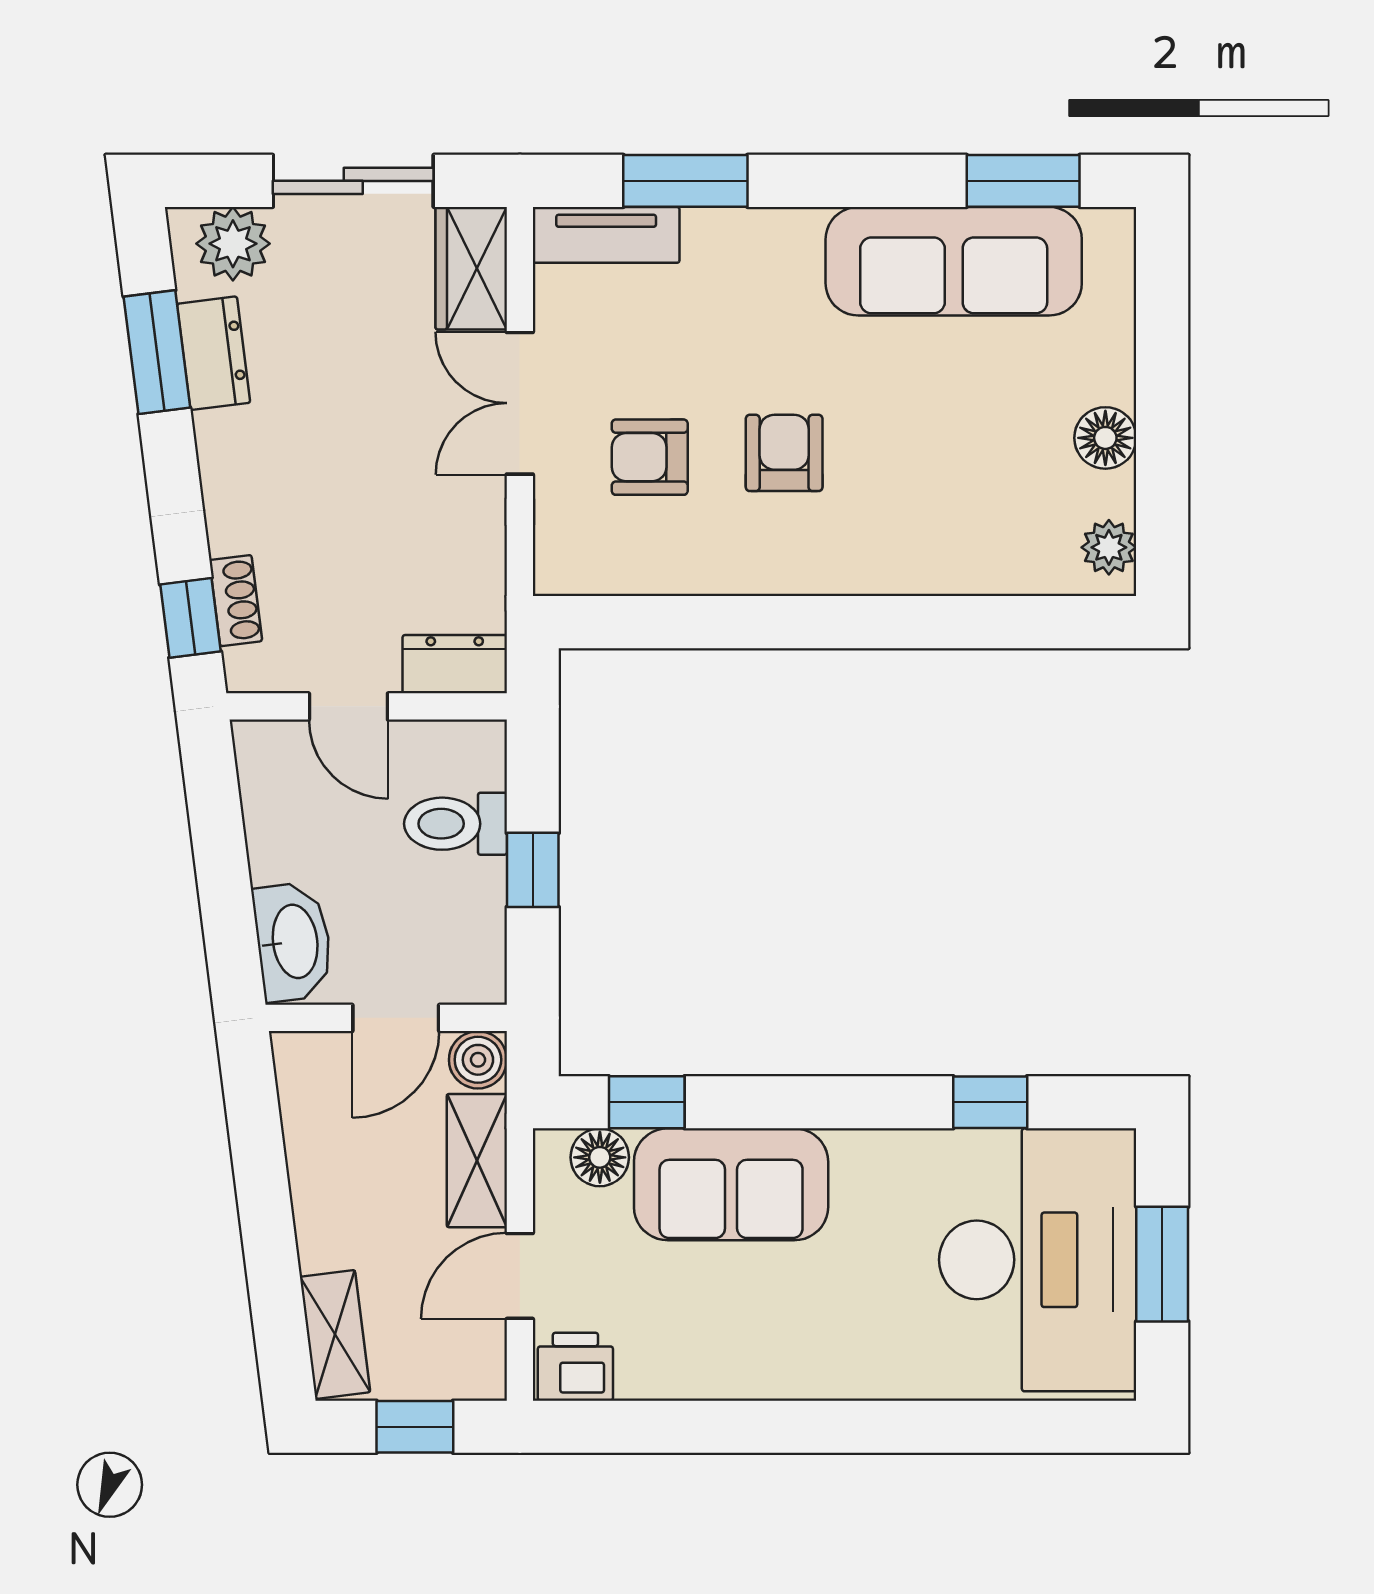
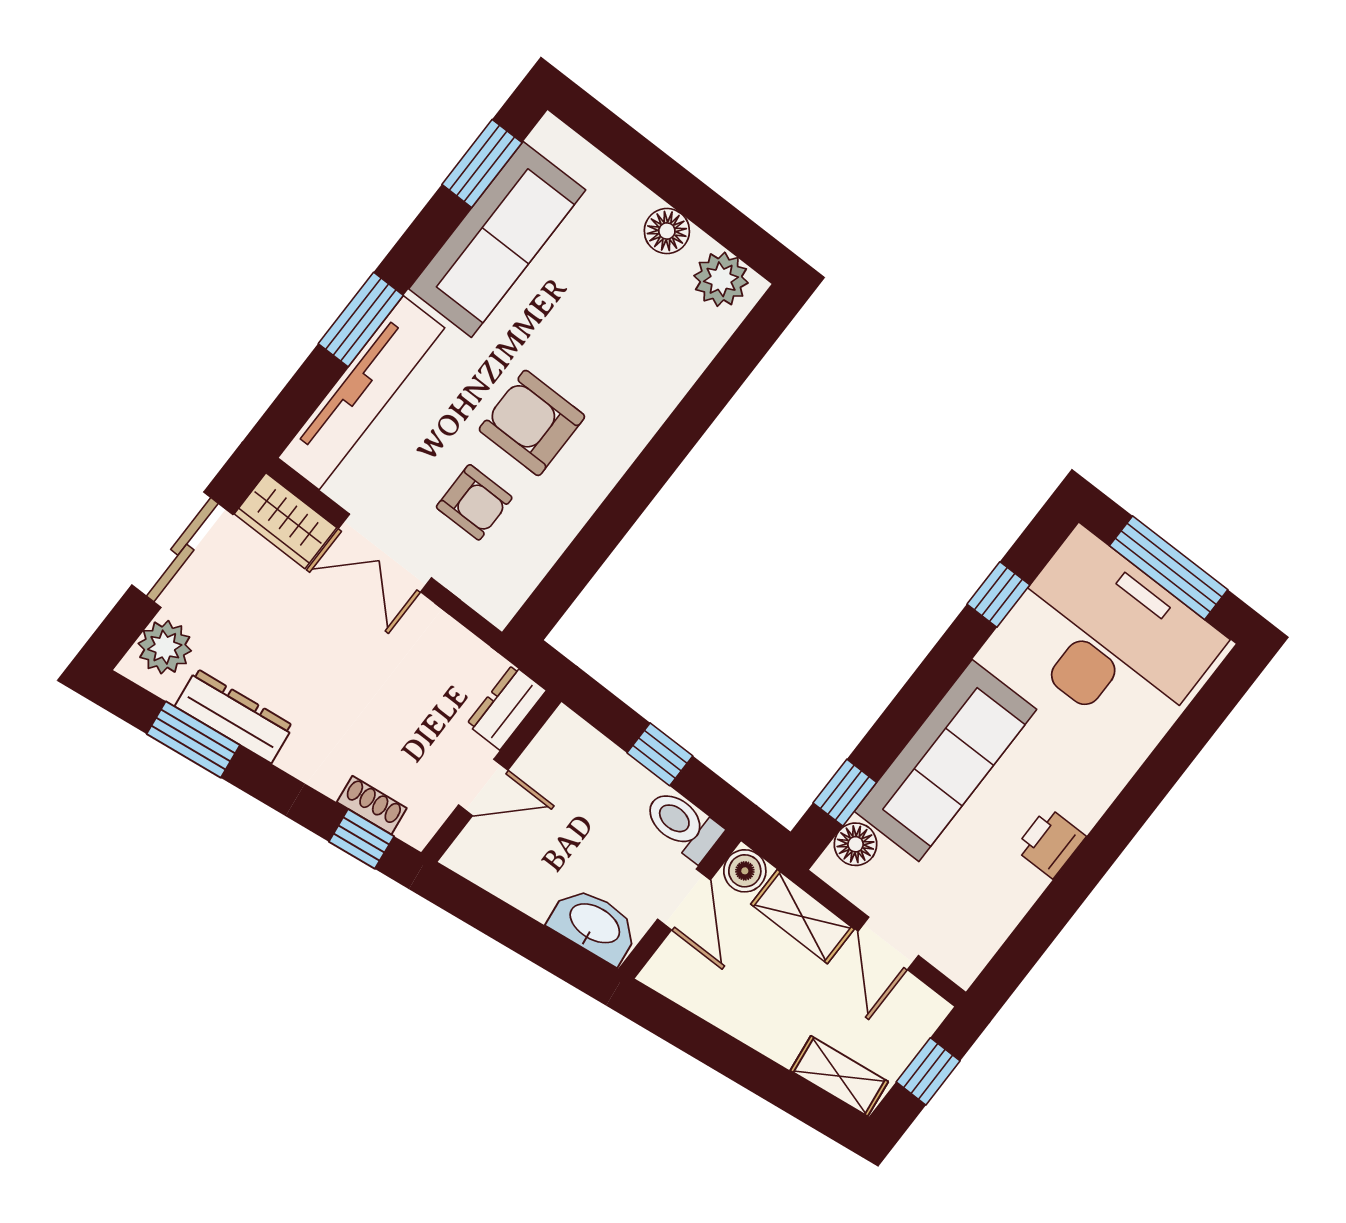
window: (685, 181) -> (361, 320), moved
tv unit: (606, 235) -> (361, 393), width x1.92, depth x1.29
dresser: (214, 353) -> (234, 716), width x1.44
armchair: (784, 453) -> (532, 423), width x1.38, depth x1.38
armchair: (650, 457) -> (474, 502), turned -90
plant: (1109, 547) -> (721, 279), width x1.38, depth x1.38
toilet: (456, 824) -> (683, 825), moved, turned 90
sofa: (731, 1184) -> (945, 760), width x1.36
window: (1162, 1264) -> (1169, 568), width x1.44
printer: (575, 1367) -> (1050, 843), moved

